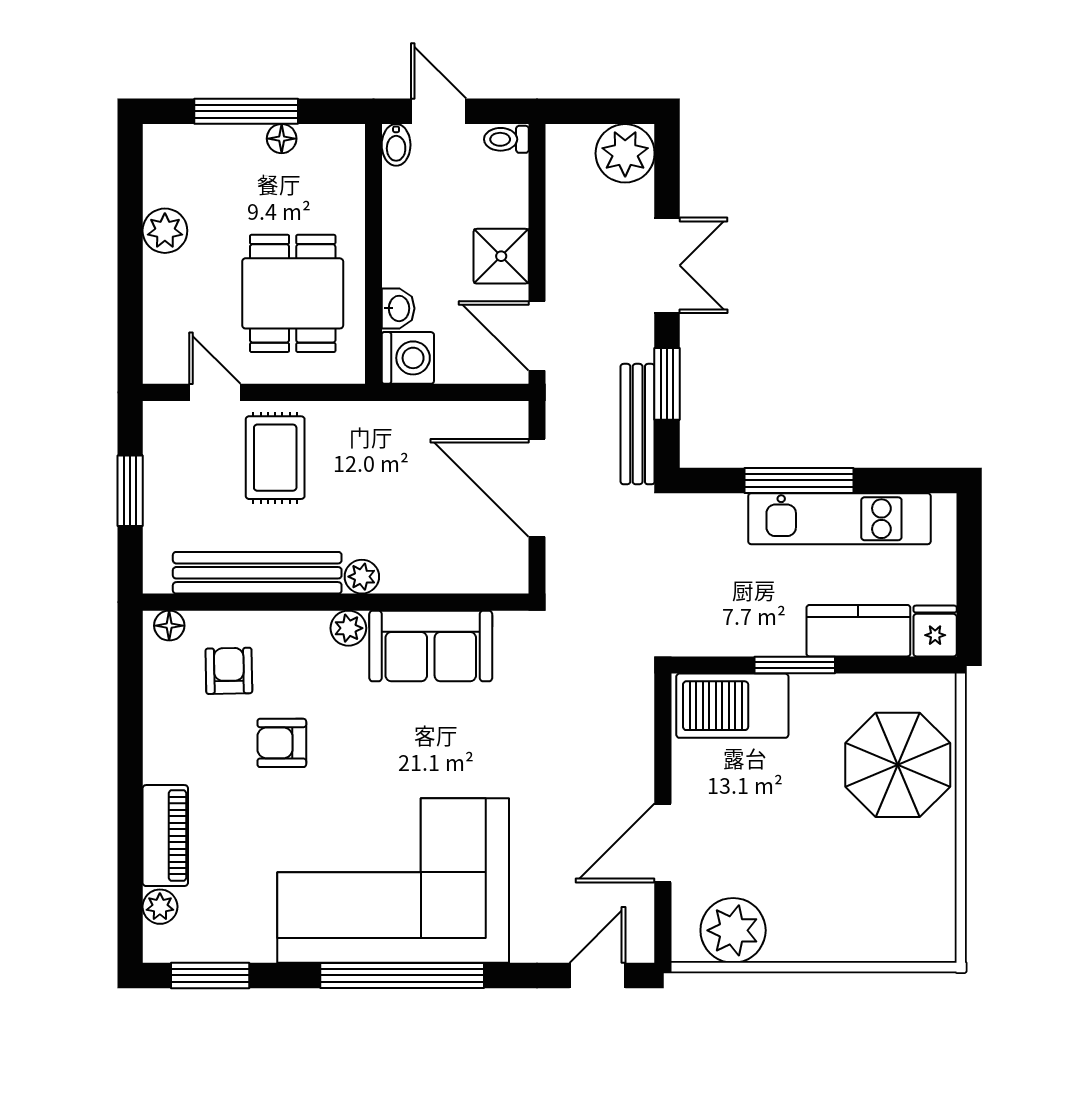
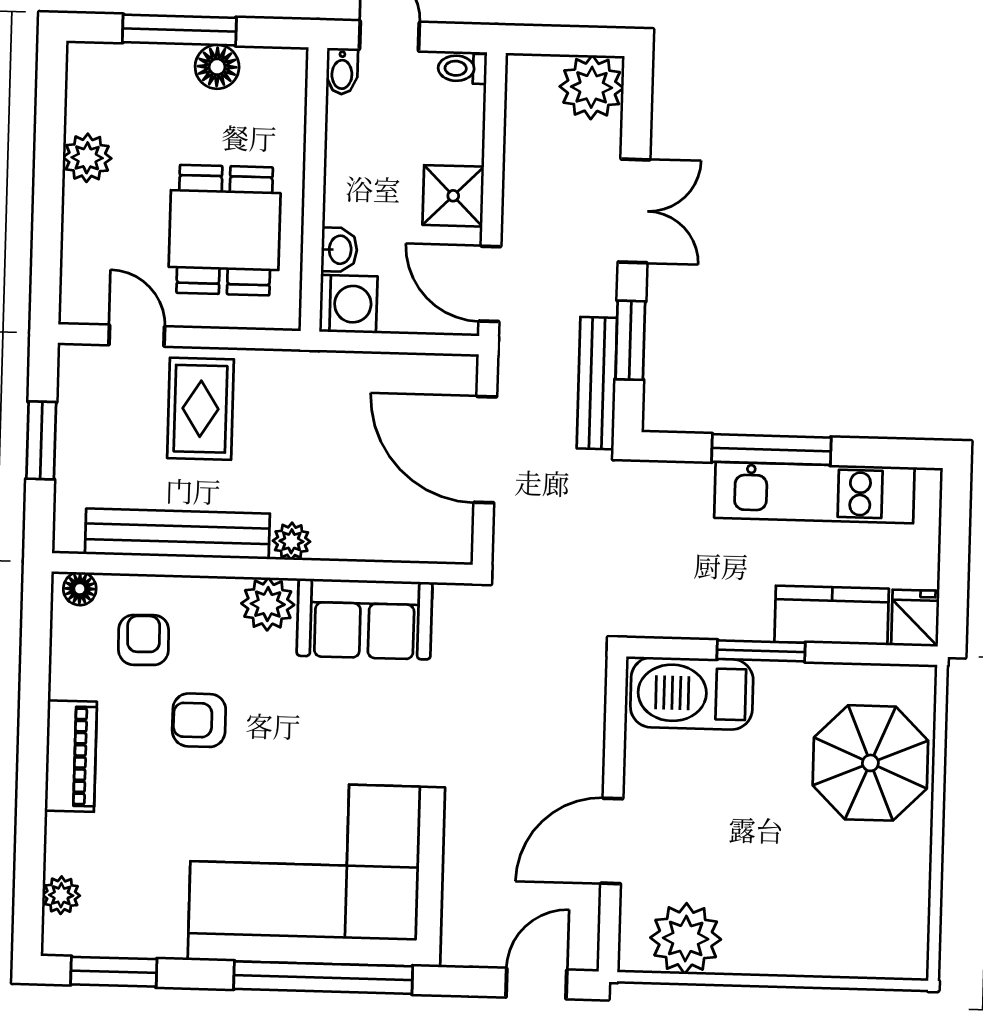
floor lamp: (282, 139) -> (217, 67), width x1.37, depth x1.37
plant: (348, 628) -> (268, 604), width x1.38, depth x1.38
piano: (165, 836) -> (71, 756), moved

